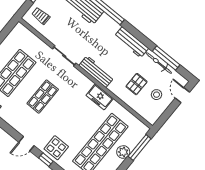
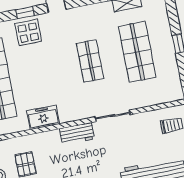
workbench: (96, 72) -> (77, 134), width x0.73

